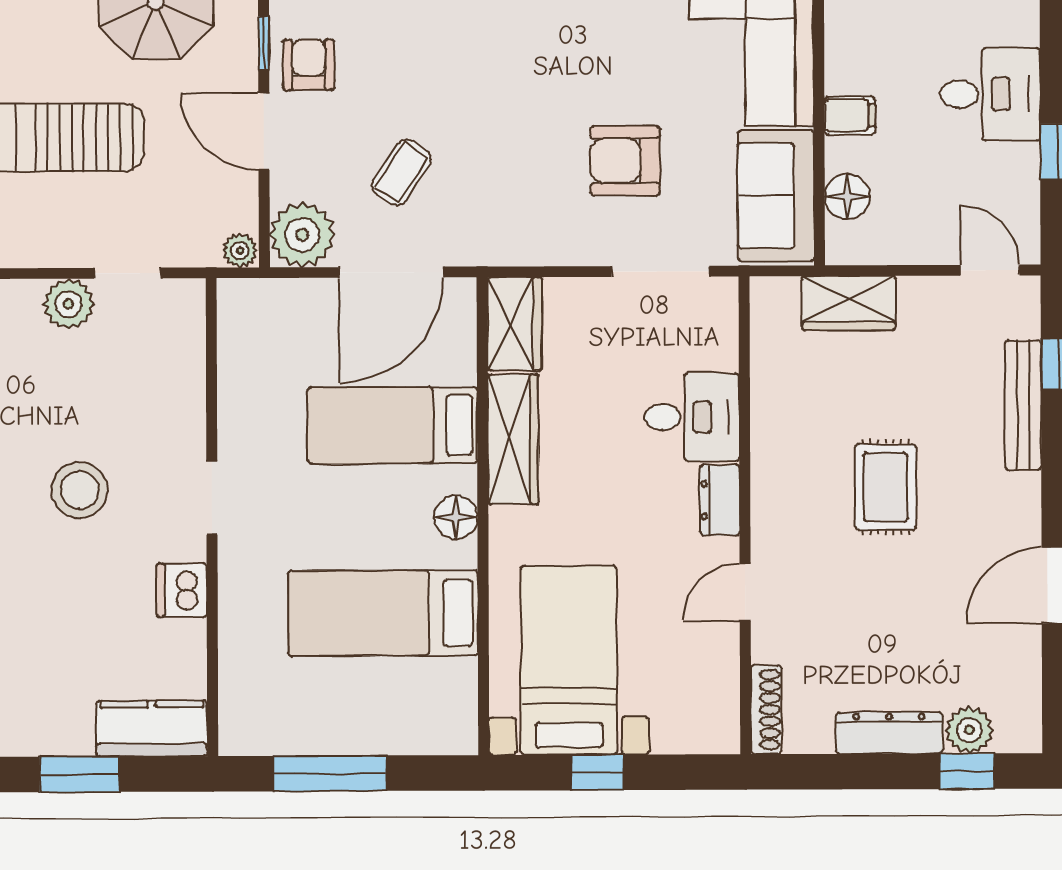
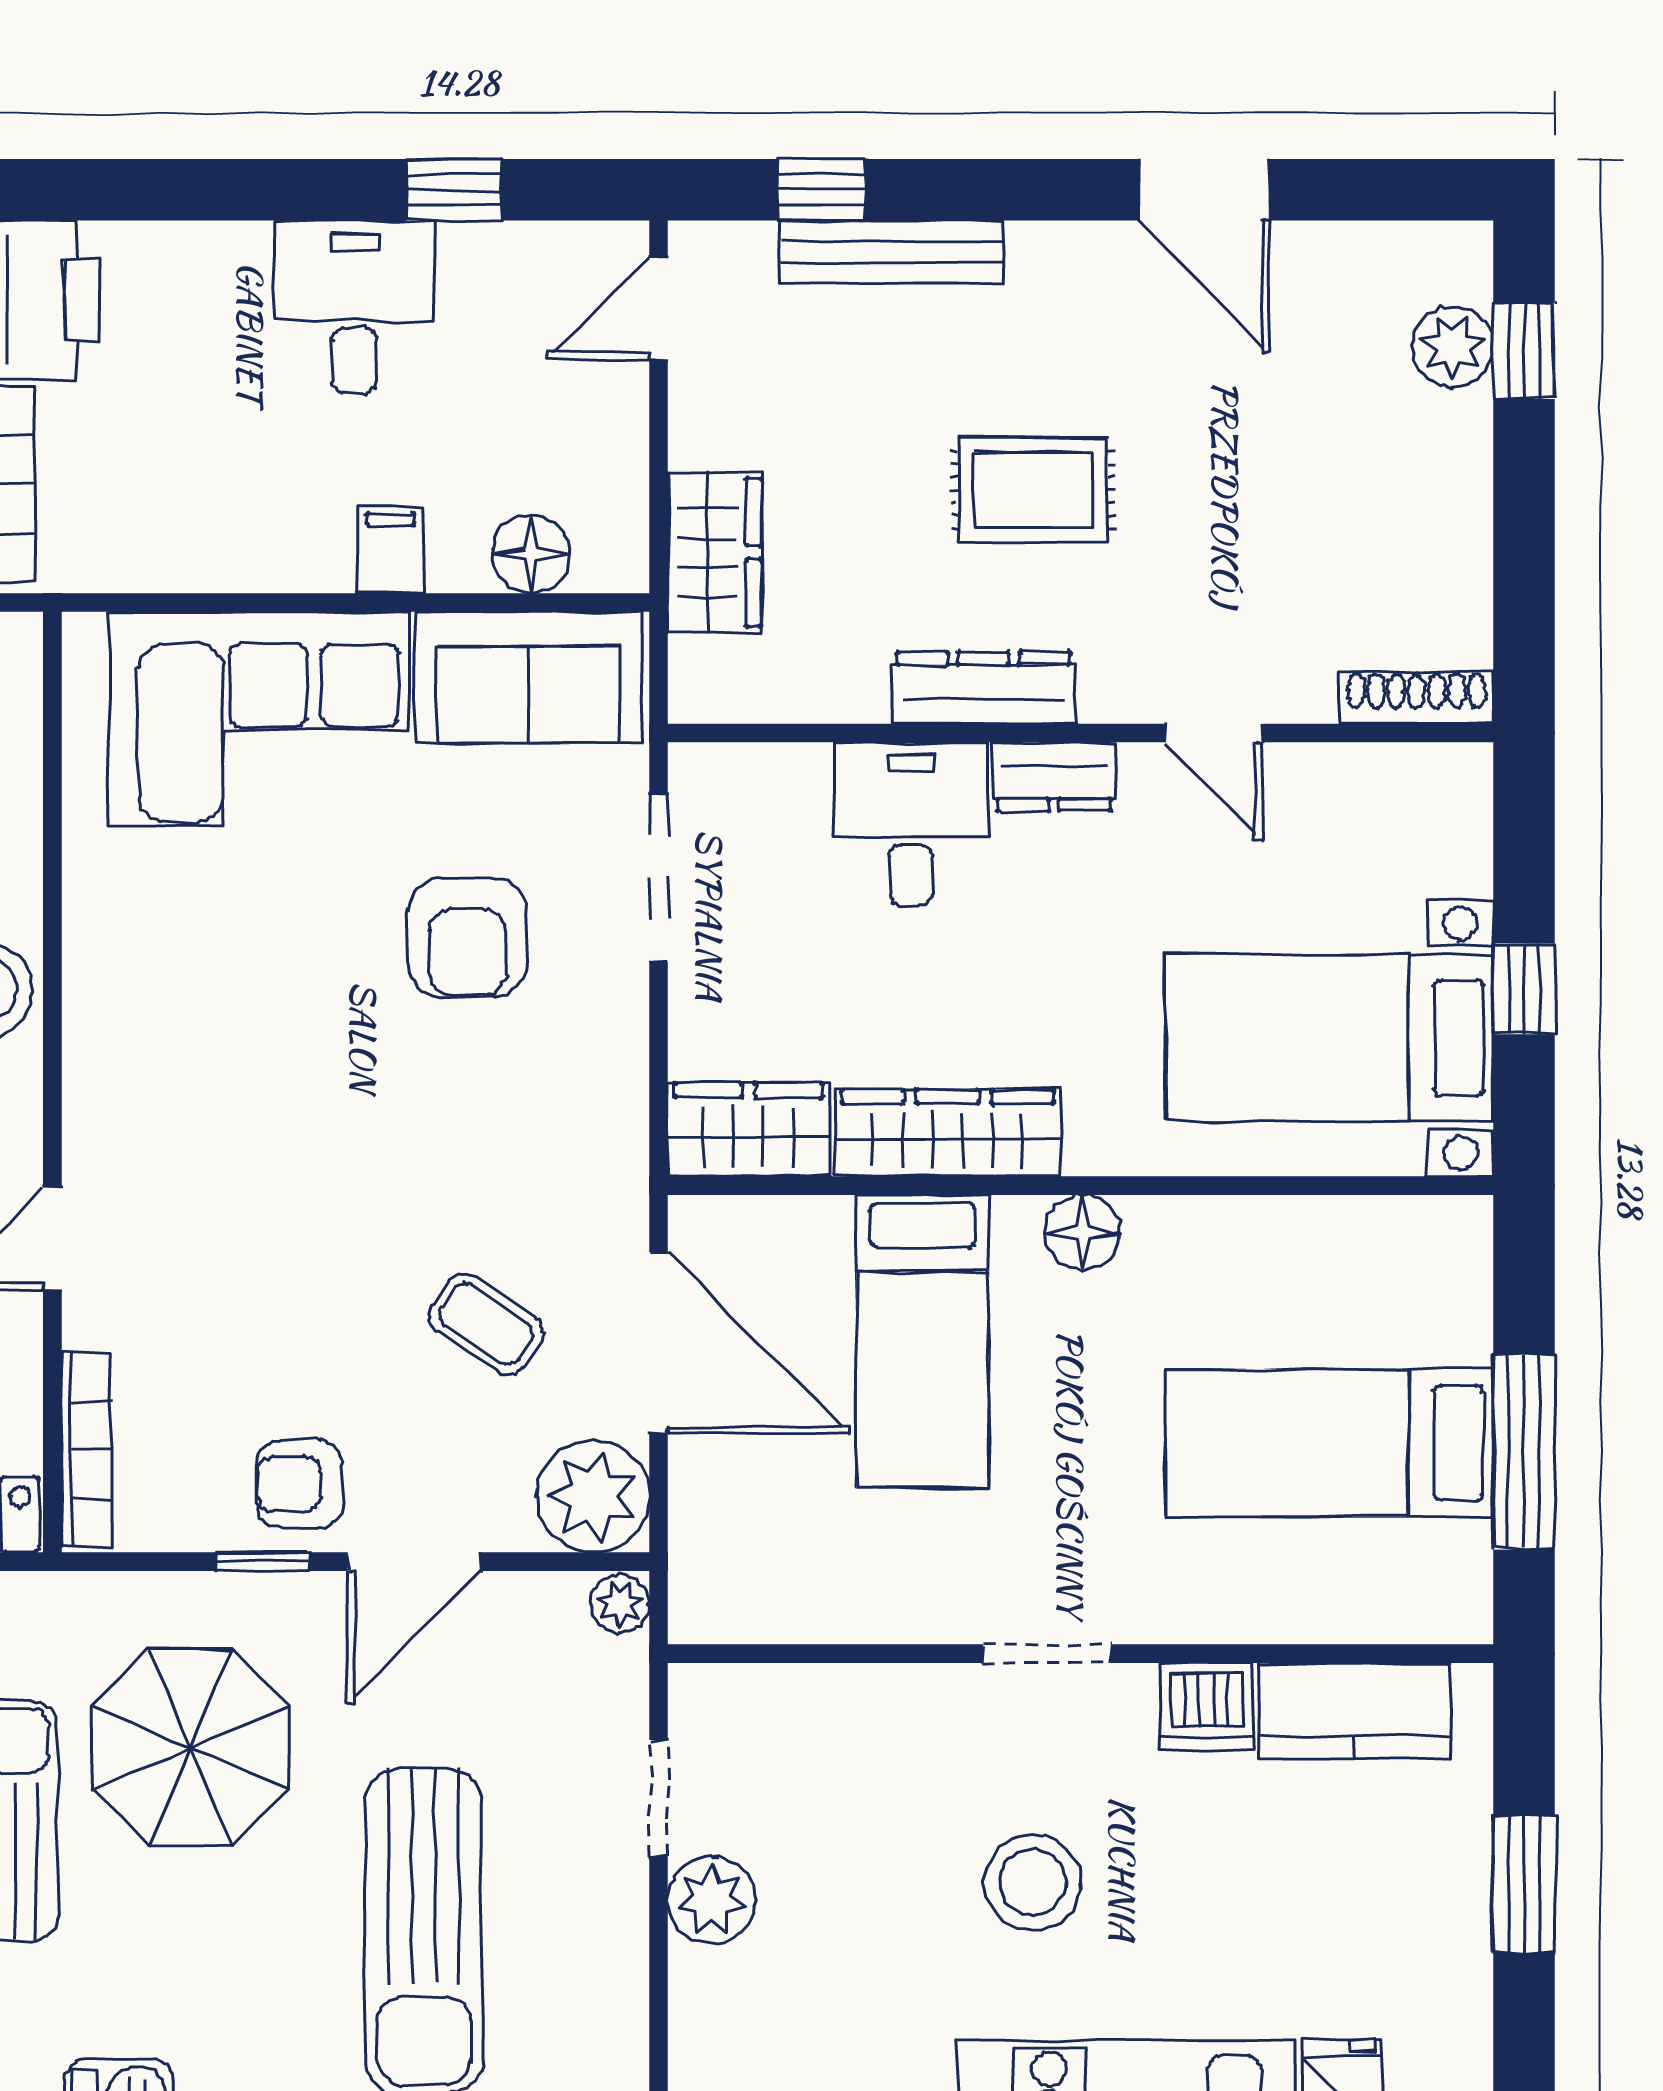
bed: (383, 613) -> (1330, 1443), moved, turned 90
kitchen counter: (152, 729) -> (1355, 1711), moved, turned -90
dresser: (889, 733) -> (983, 688), moved, turned 90

